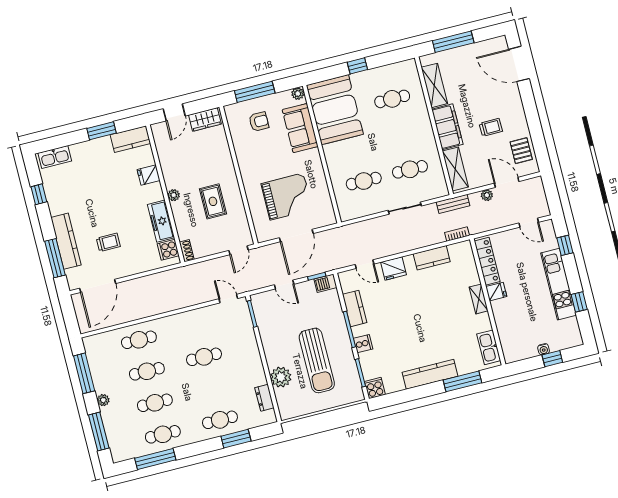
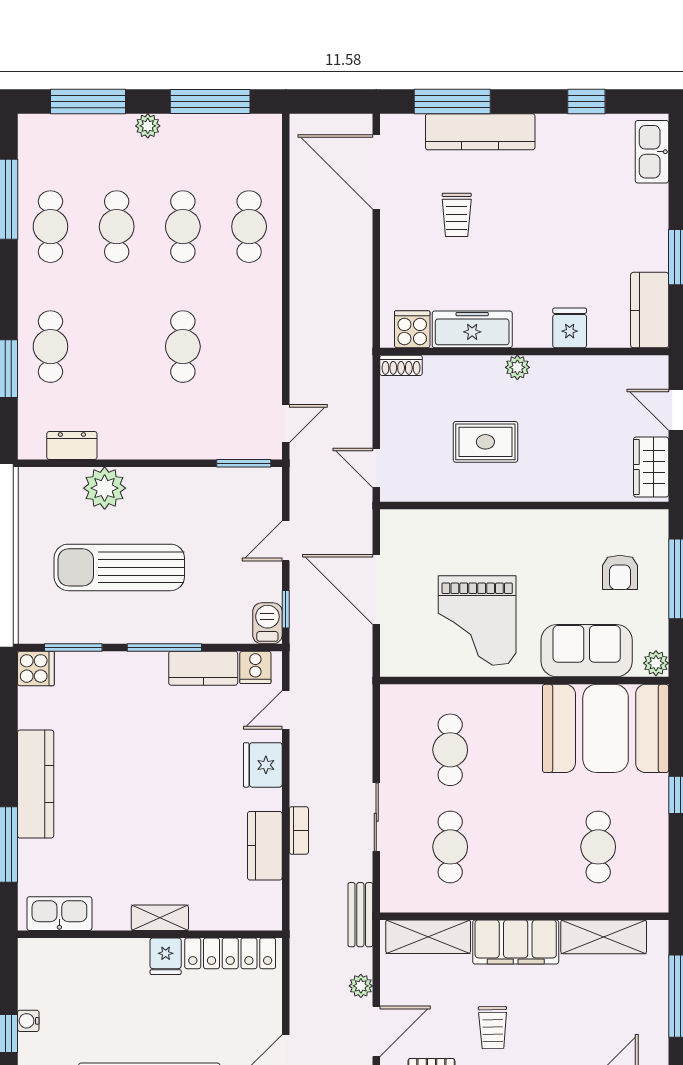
grand piano: (287, 197) -> (477, 621), moved
bookcase: (457, 234) -> (299, 830), moved
cooker: (363, 344) -> (255, 667), moved

